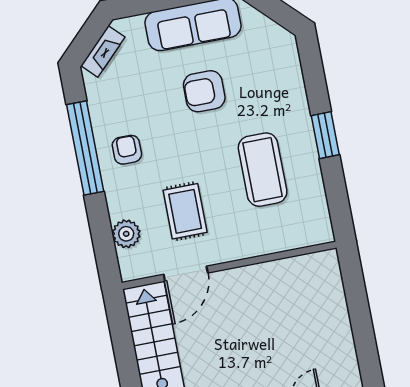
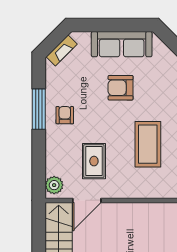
window: (85, 148) -> (39, 109), width x0.68
plant: (126, 234) -> (54, 185), moved

